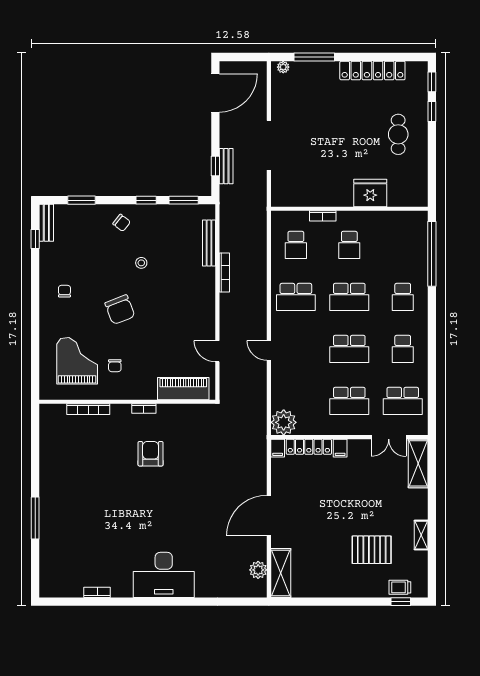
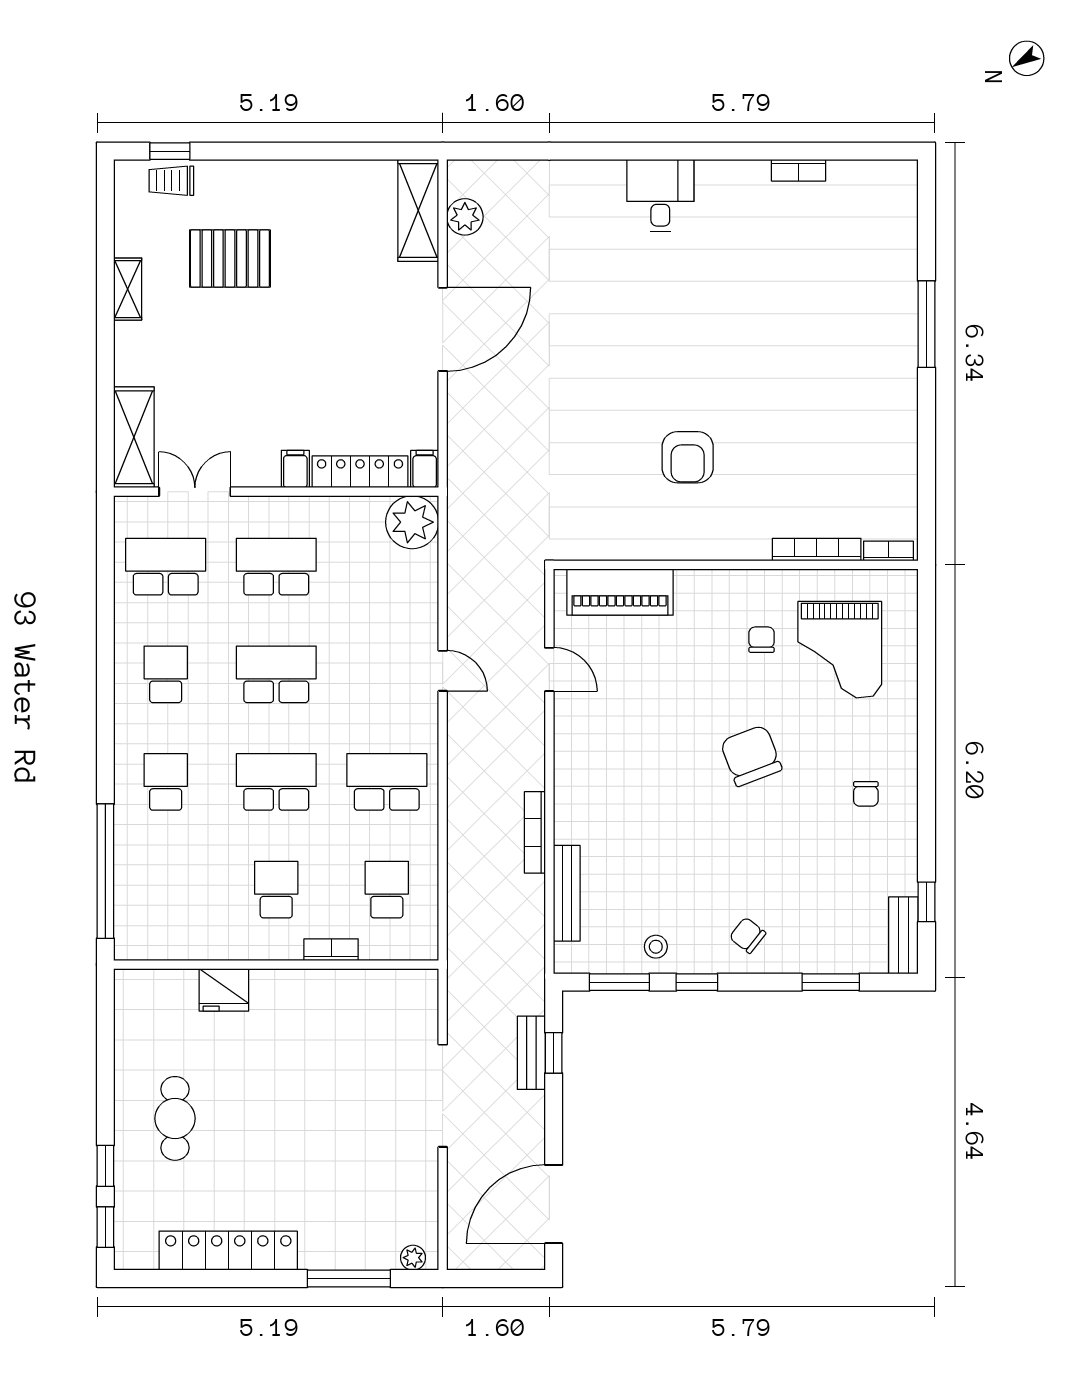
fridge: (370, 193) -> (224, 990), width x0.73, depth x0.75
stool: (141, 263) -> (656, 947), moved
bookcase: (144, 408) -> (888, 551), moved
desk: (164, 575) -> (660, 196), width x0.53, depth x0.77
trolley: (400, 587) -> (171, 181), turned 180

